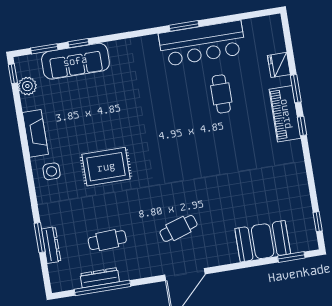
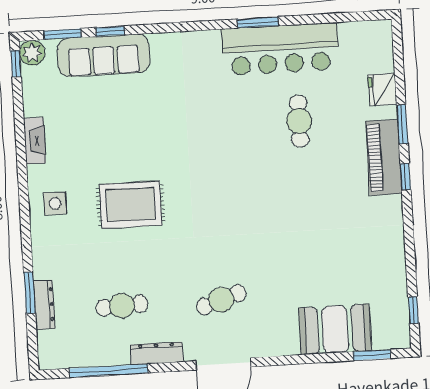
plant: (27, 86) -> (32, 53), moved
fireplace: (35, 133) -> (35, 141), width x0.73, depth x0.76
dresser: (100, 278) -> (157, 353), moved

